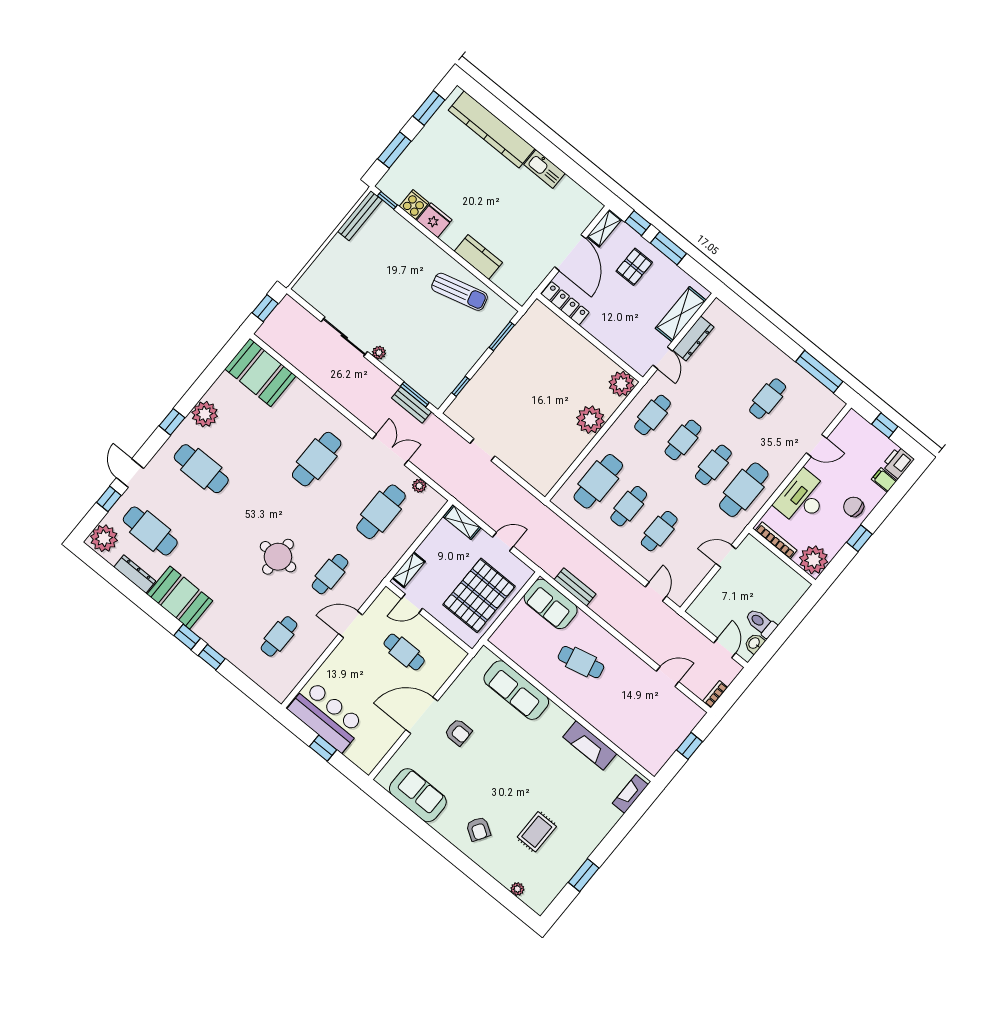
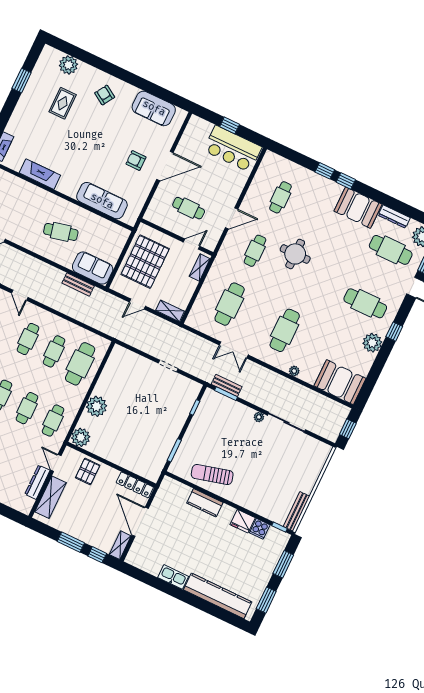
pallet: (634, 267) -> (88, 471), moved
plant: (419, 486) -> (294, 371), moved
plant: (517, 889) -> (68, 65), width x1.88, depth x1.88

